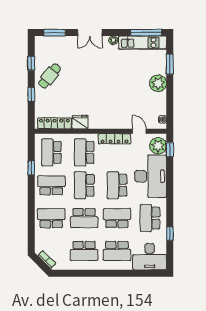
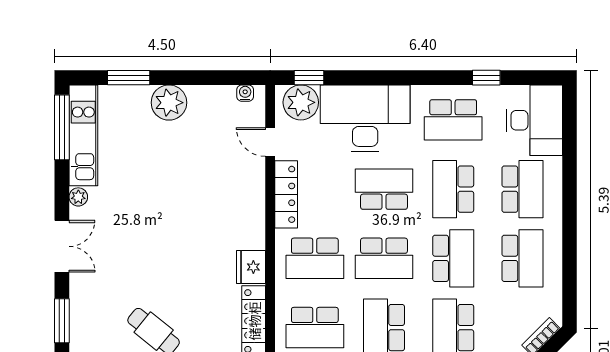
door: (139, 131) -> (270, 142), hinge flipped
school desk: (117, 185) -> (384, 189), turned 180

